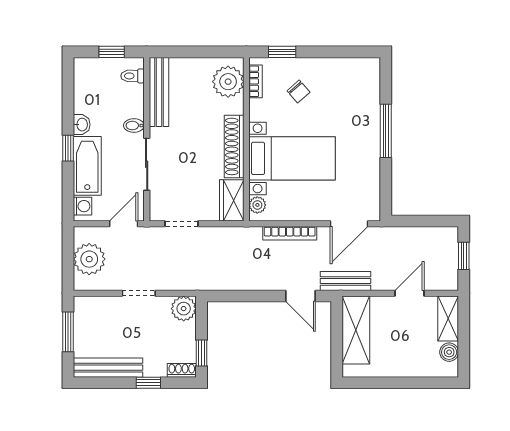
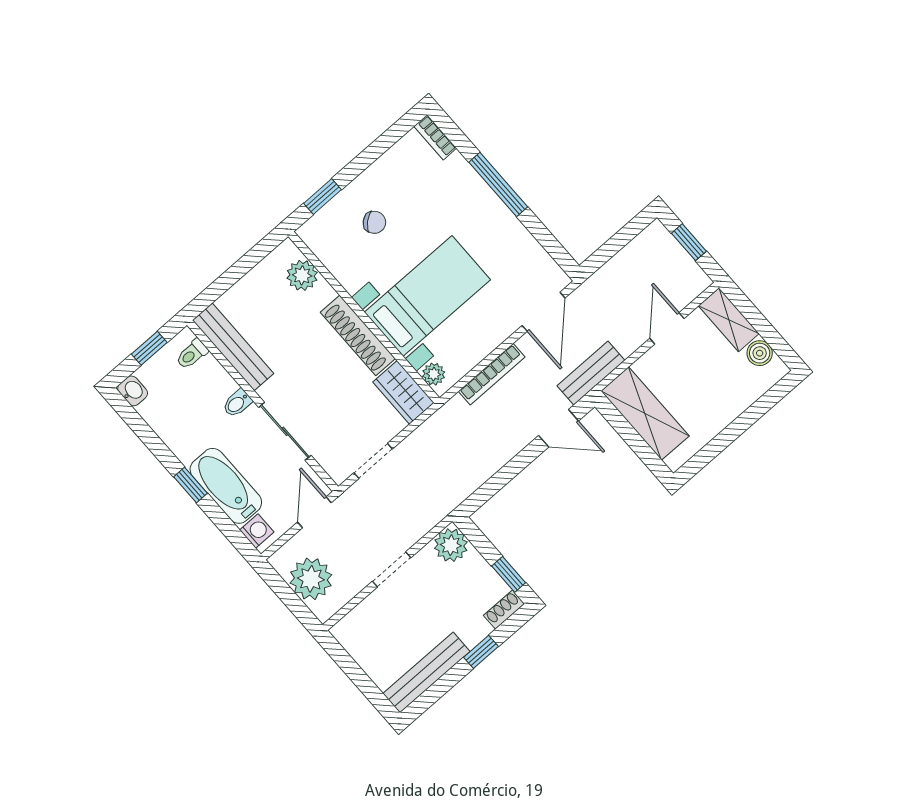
bookcase: (256, 81) -> (435, 137), moved, turned 180
plant: (228, 82) -> (302, 275), width x0.73, depth x0.73
washbasin: (82, 125) -> (133, 391), moved
window: (68, 332) -> (354, 672), removed

